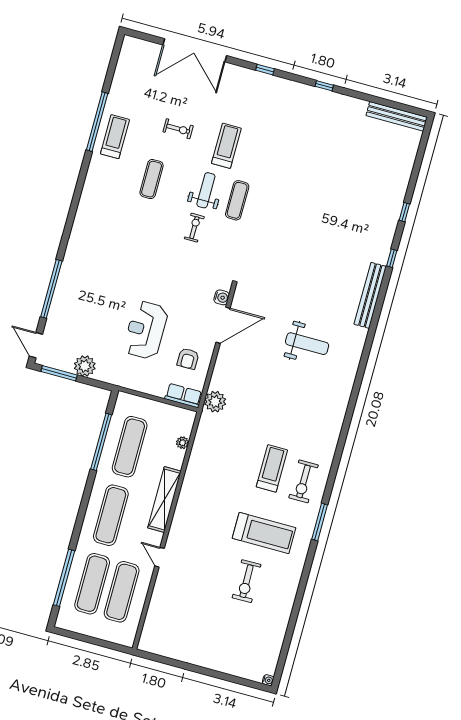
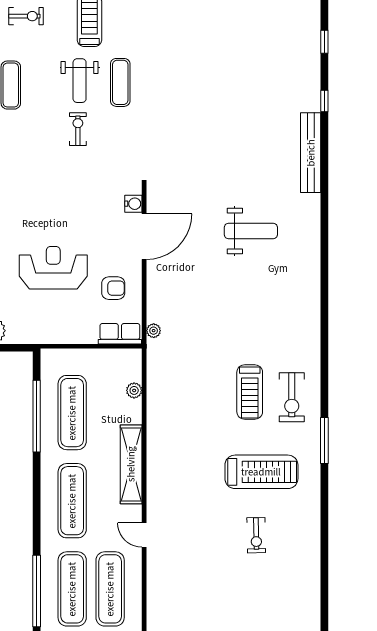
weight bench: (206, 190) -> (80, 81), turned 180
reception desk: (146, 330) -> (53, 268), turned 90
armchair: (188, 359) -> (113, 288), turned -90
plant: (215, 402) -> (154, 331), width x0.53, depth x0.53
treadmill: (272, 468) -> (250, 392), turned 180
exercise bike: (247, 581) -> (256, 535), width x0.73, depth x0.72

